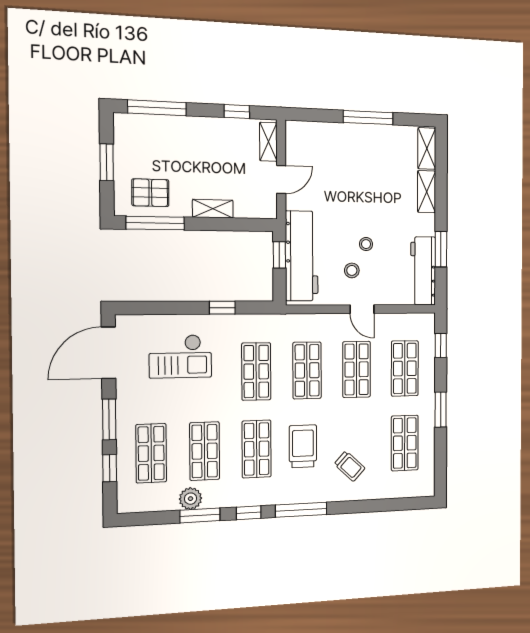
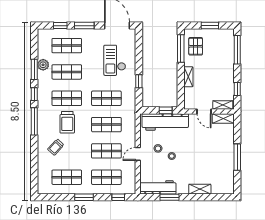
shelving: (427, 148) -> (223, 118), moved
trolley: (303, 446) -> (67, 122), turned 90

